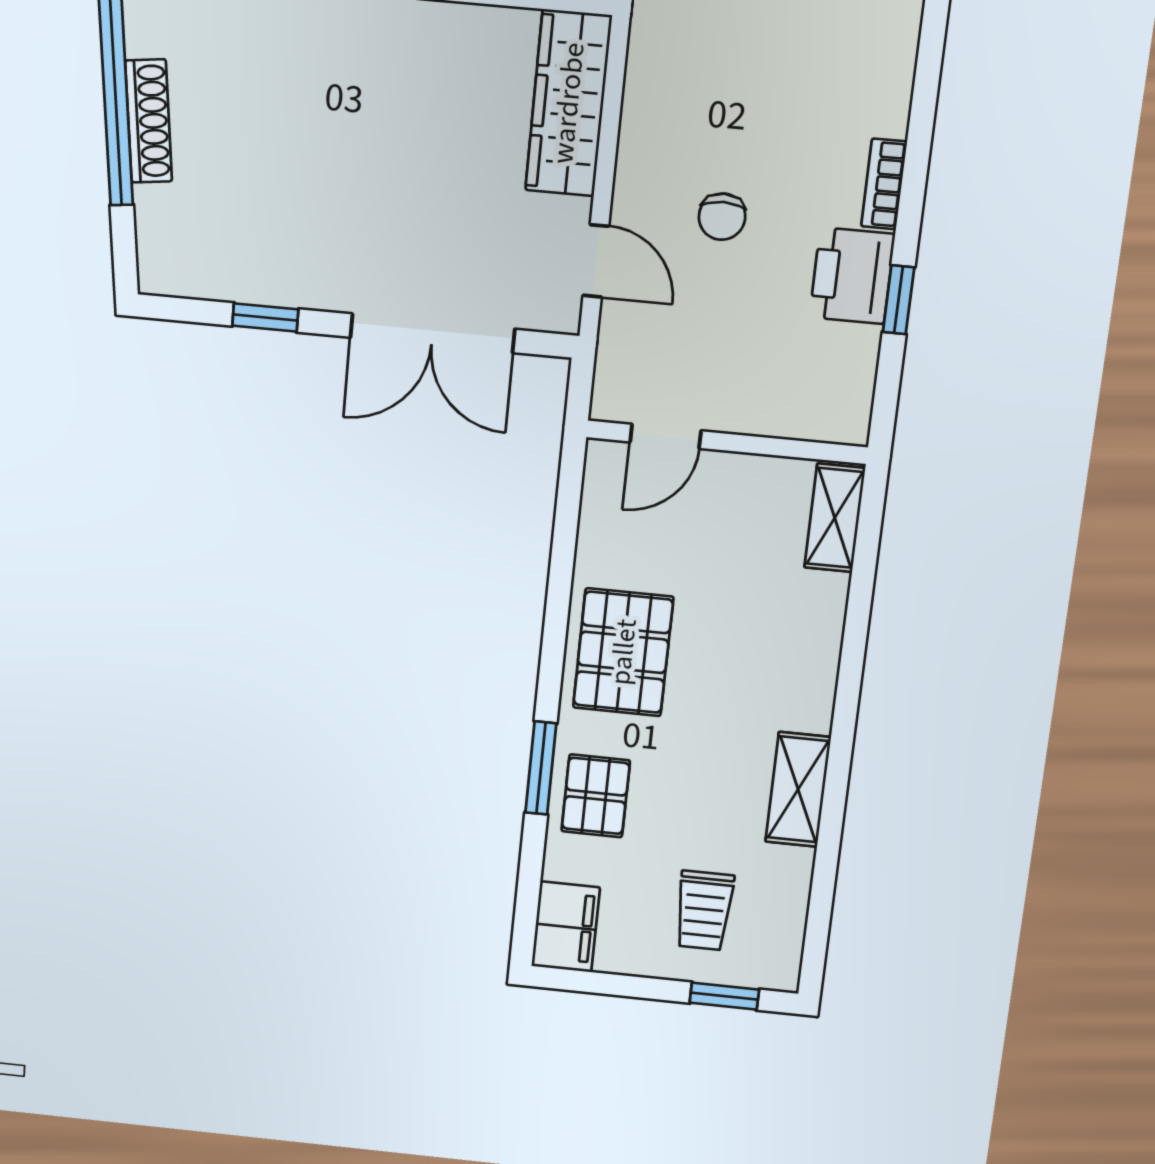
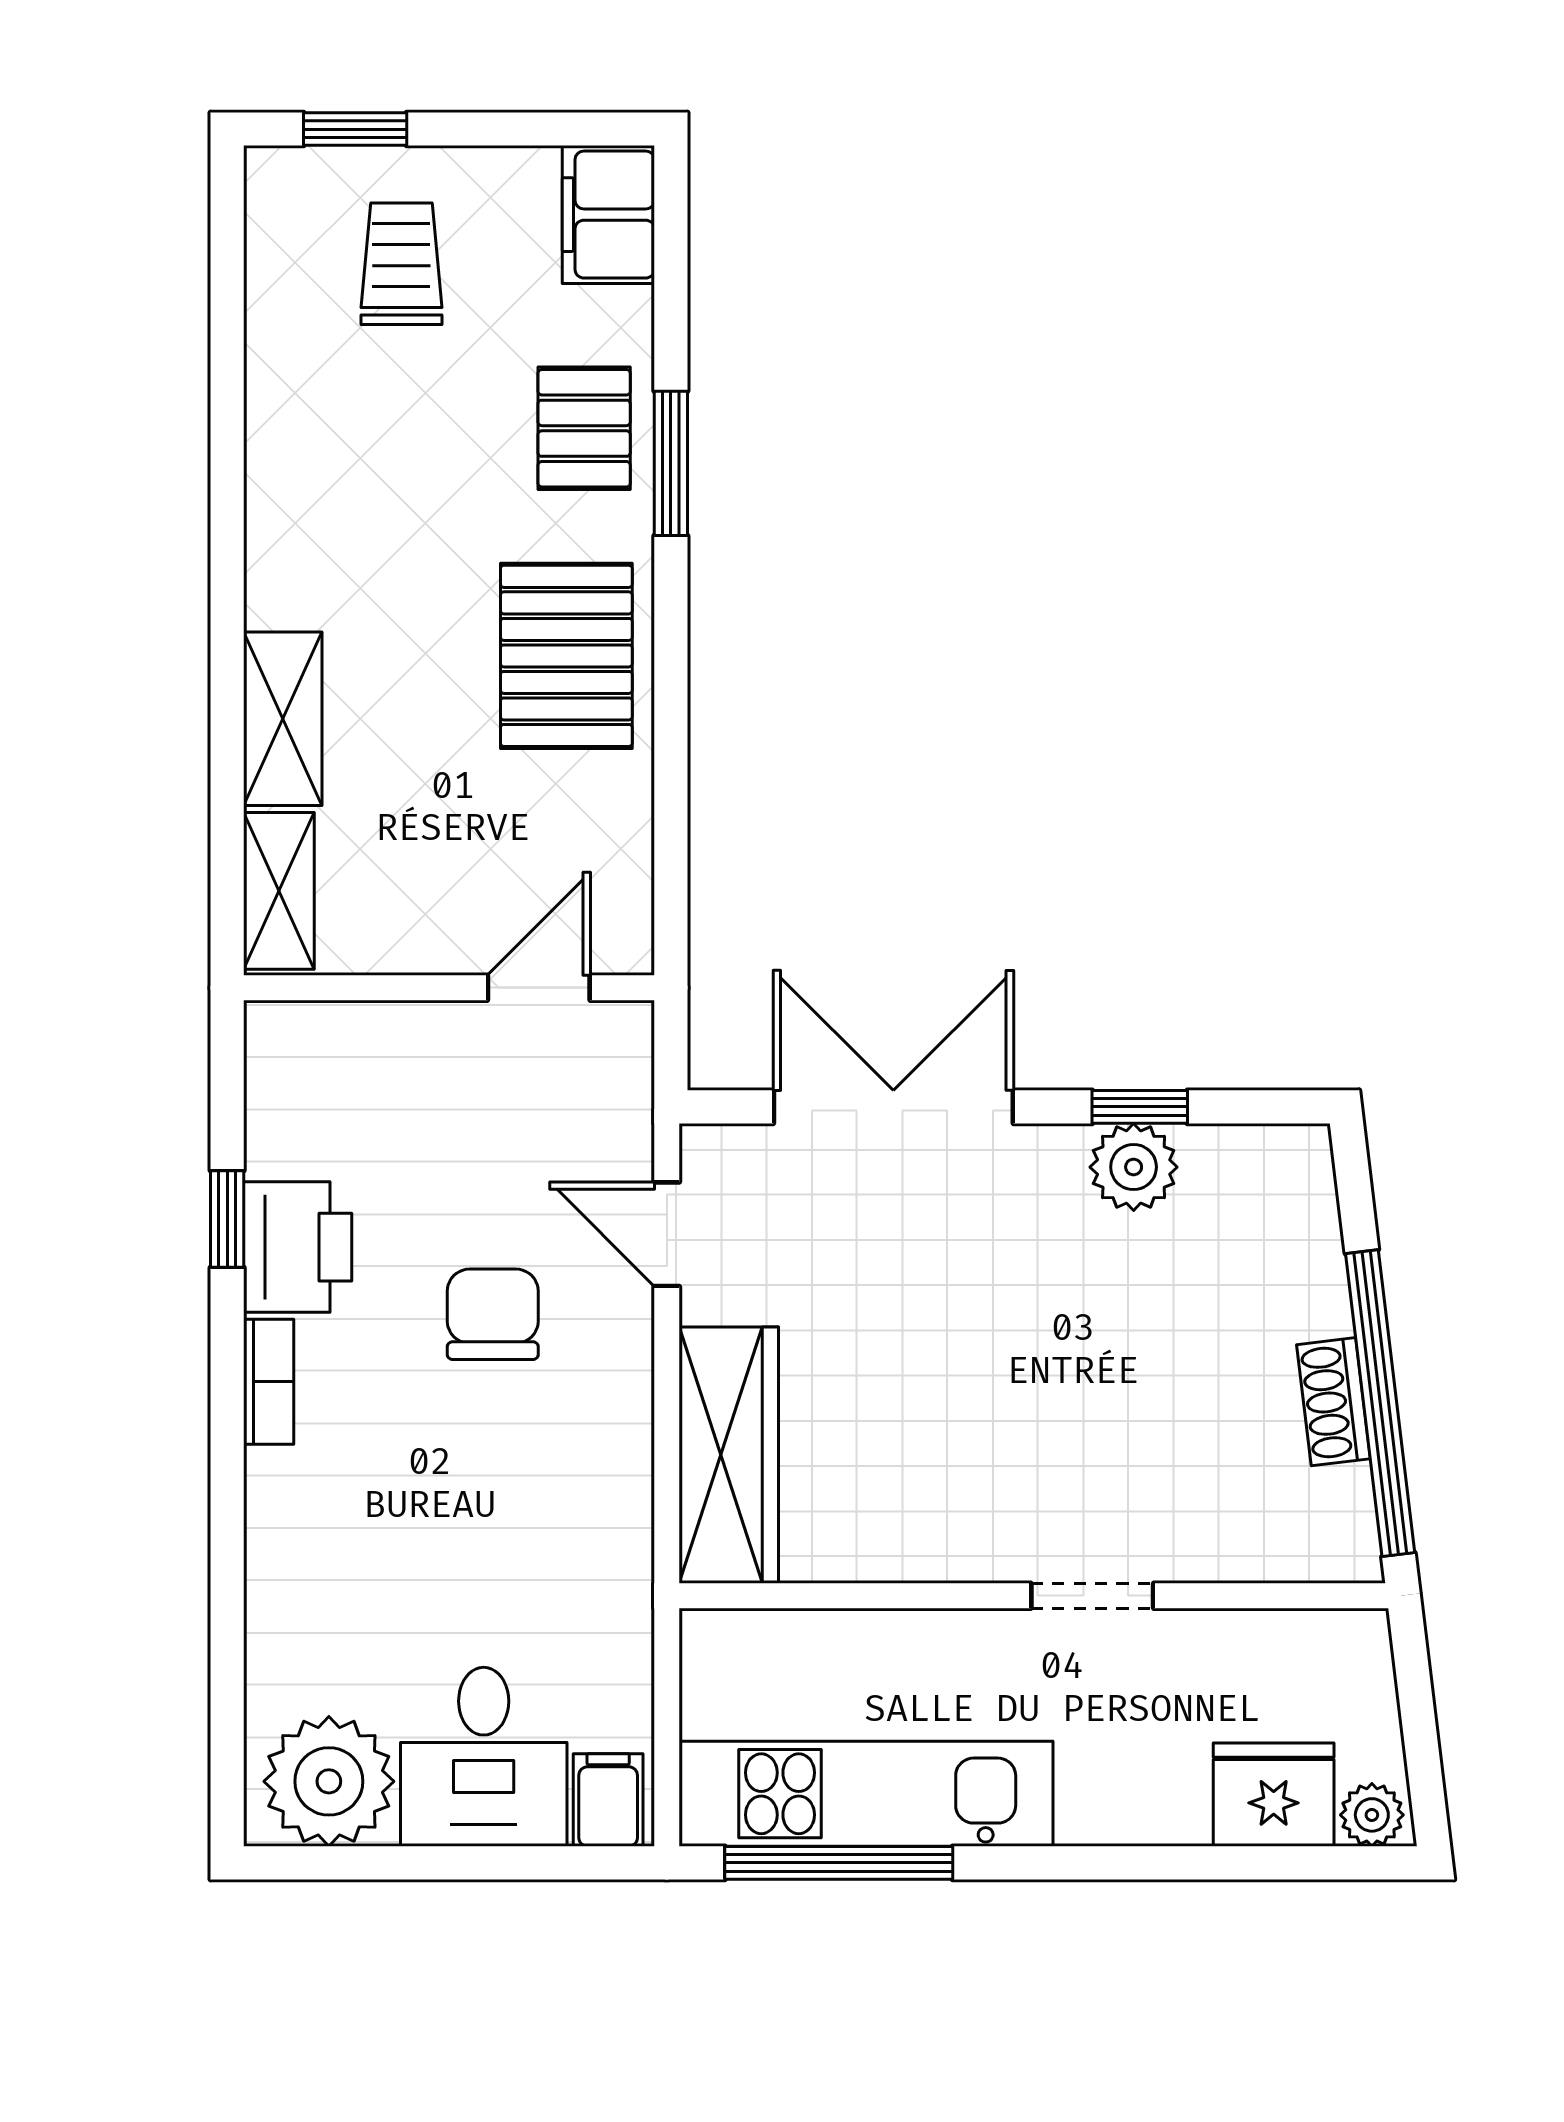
shoe rack: (149, 121) -> (1334, 1402), width x0.70
chair: (722, 217) -> (493, 1314), width x1.37, depth x1.37
plant: (273, 277) -> (1134, 1167), added
shelving: (798, 789) -> (283, 719), moved

